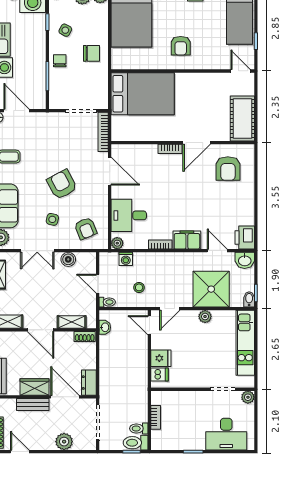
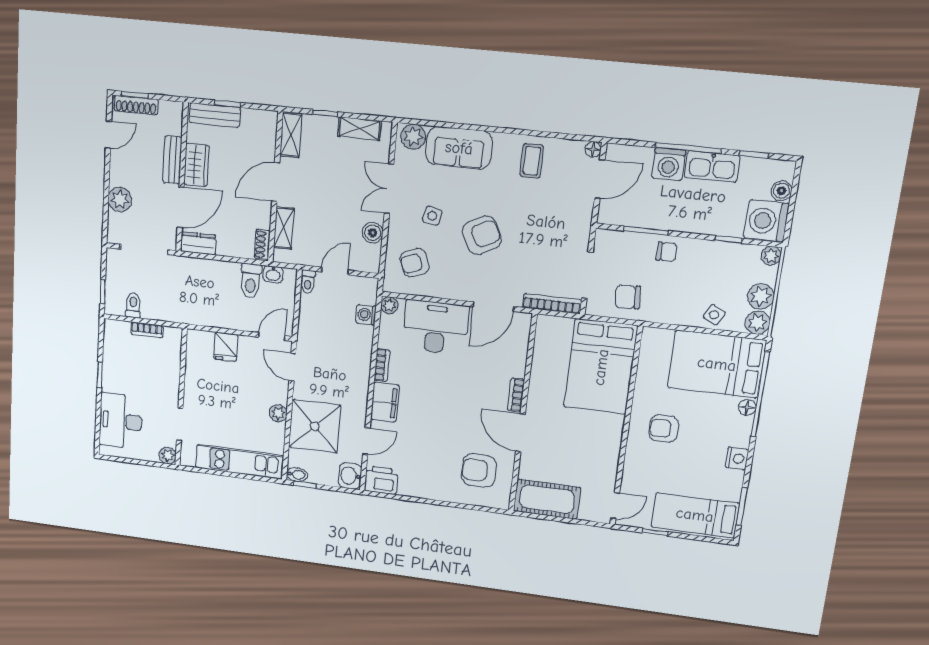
side table: (65, 30) -> (714, 315), moved
chair: (91, 53) -> (628, 297), moved, turned 86
desk: (129, 215) -> (436, 327), width x1.37
stool: (139, 287) -> (325, 328), removed
dishwasher: (159, 374) -> (204, 342), removed
toilet: (136, 443) -> (251, 281), moved, turned 180

